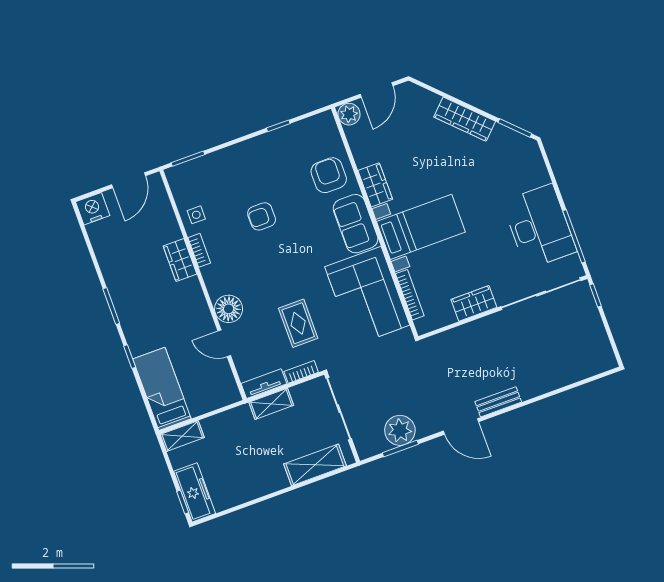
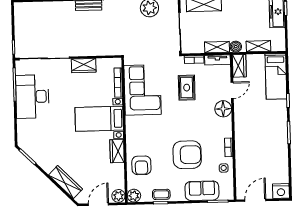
wardrobe: (465, 119) -> (65, 182), moved
plant: (324, 123) -> (134, 196), added
coffee table: (282, 139) -> (161, 194), added
armchair: (262, 216) -> (187, 155), width x1.88, depth x1.88
sofa: (356, 224) -> (202, 191), moved, turned -90
wardrobe: (180, 260) -> (239, 66), moved
door: (224, 343) -> (232, 90), hinge flipped
boiler: (242, 415) -> (236, 47), added
shelving: (182, 436) -> (258, 46), moved

